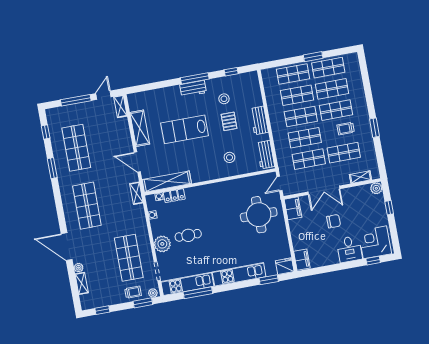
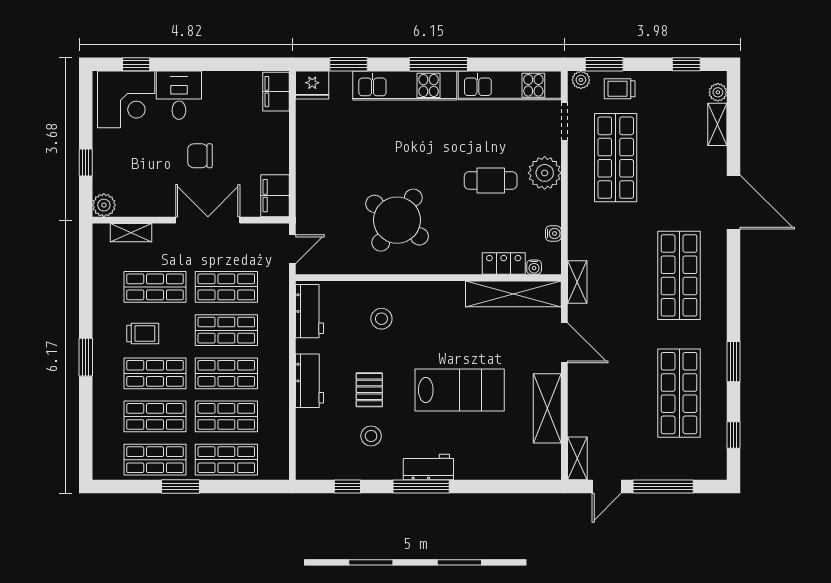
window: (374, 128) -> (86, 357), moved
round table: (259, 215) -> (397, 220), moved, turned 36
plant: (79, 268) -> (718, 92), moved
window: (198, 293) -> (438, 64), moved

